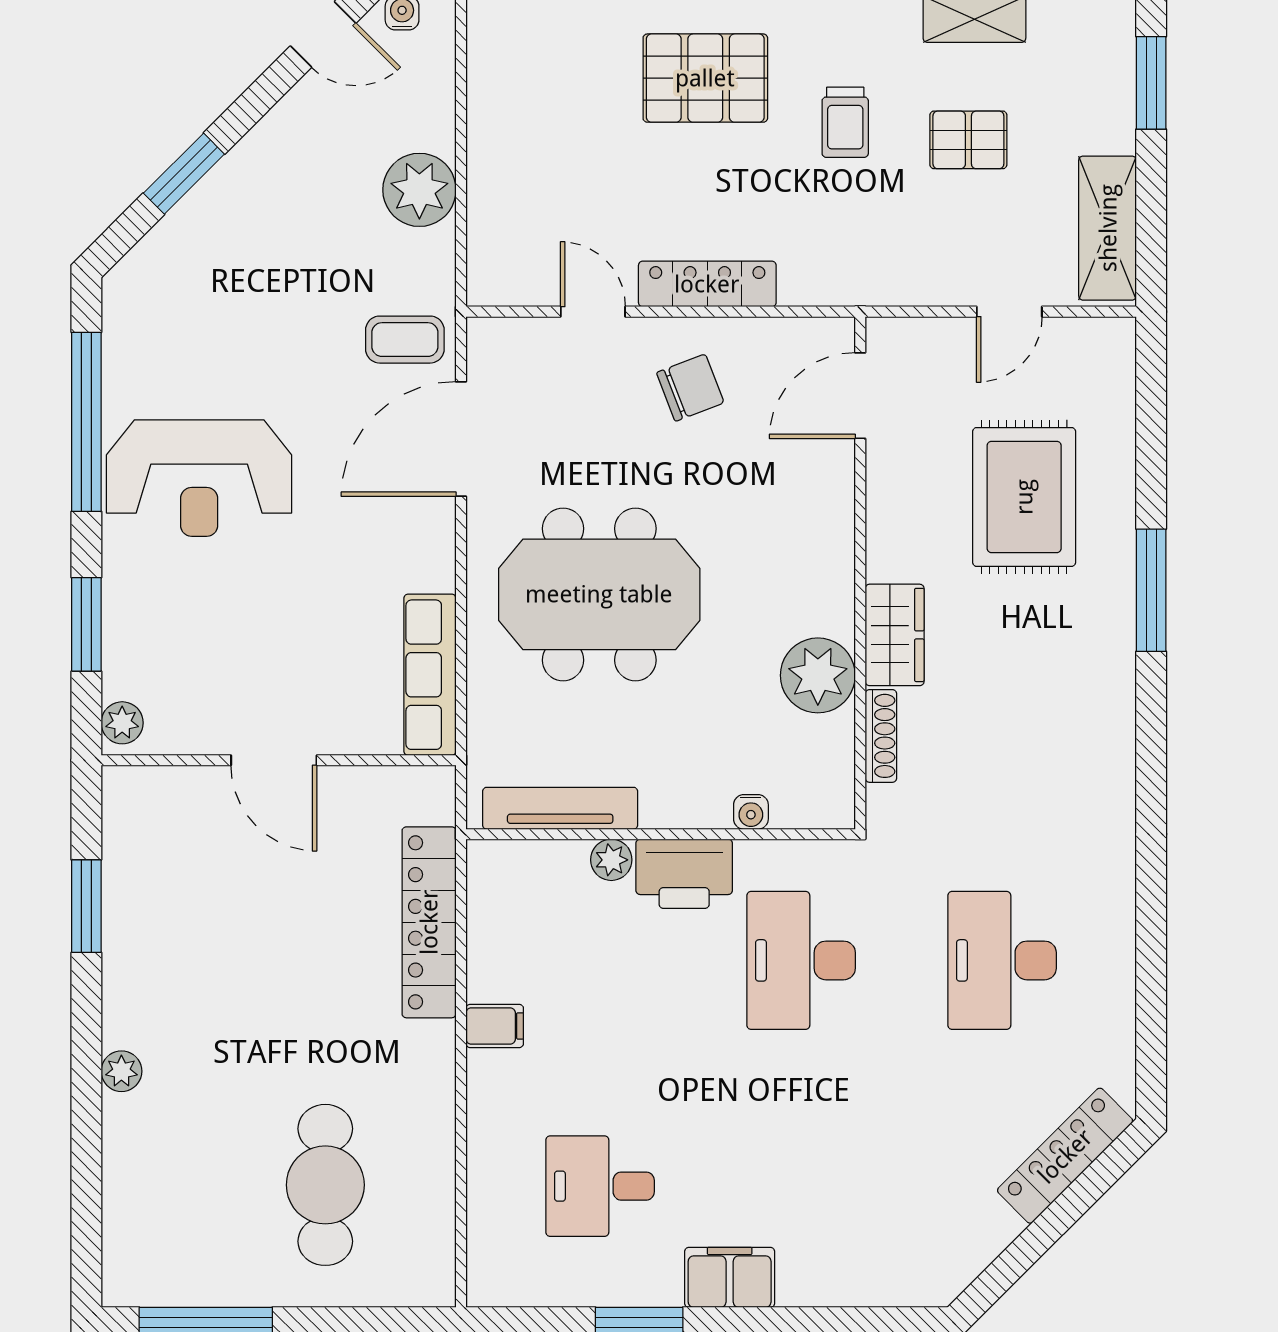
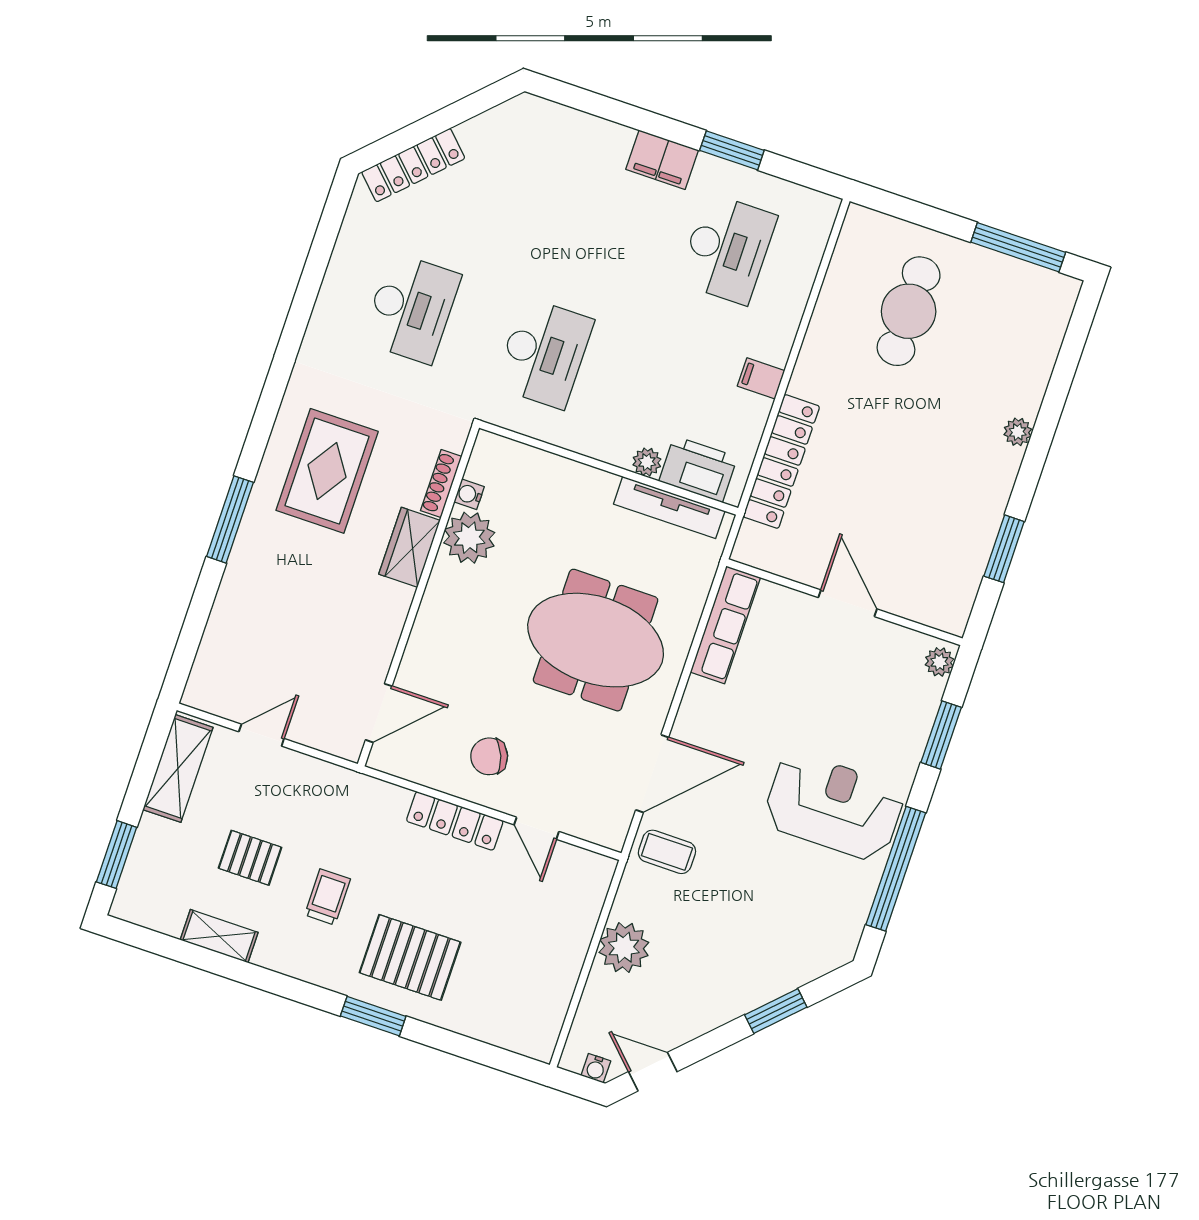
rug: (1024, 497) -> (327, 471), moved
water cooler: (751, 812) -> (469, 494), moved, turned -90
printer: (684, 874) -> (698, 469), moved
desk: (600, 1186) -> (727, 249), width x1.37

